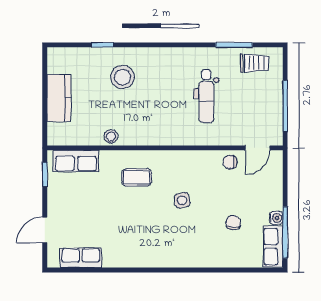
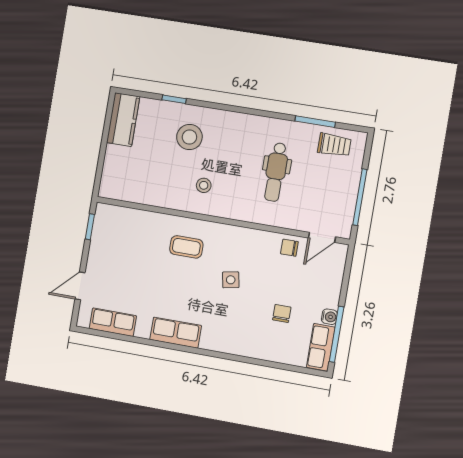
kitchen counter: (59, 98) -> (123, 120), moved
stool: (111, 136) -> (204, 185), moved
row of seats: (76, 161) -> (176, 333), moved, turned 180

